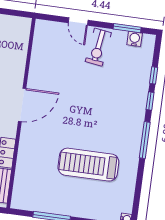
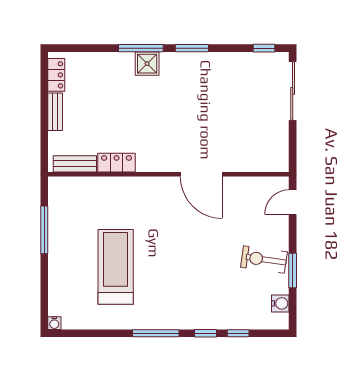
door: (78, 21) -> (293, 202), moved
window: (127, 28) -> (293, 270), moved
door: (22, 105) -> (201, 174), moved

